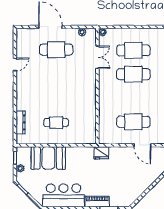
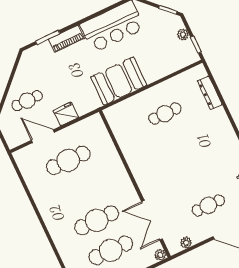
cafe table: (56, 50) -> (208, 205), width x0.73, depth x0.74
double door: (97, 57) -> (152, 220), width x1.37
fridge: (101, 153) -> (66, 114), moved
booth: (48, 158) -> (119, 81), moved
cafe table: (142, 173) -> (27, 101), added

